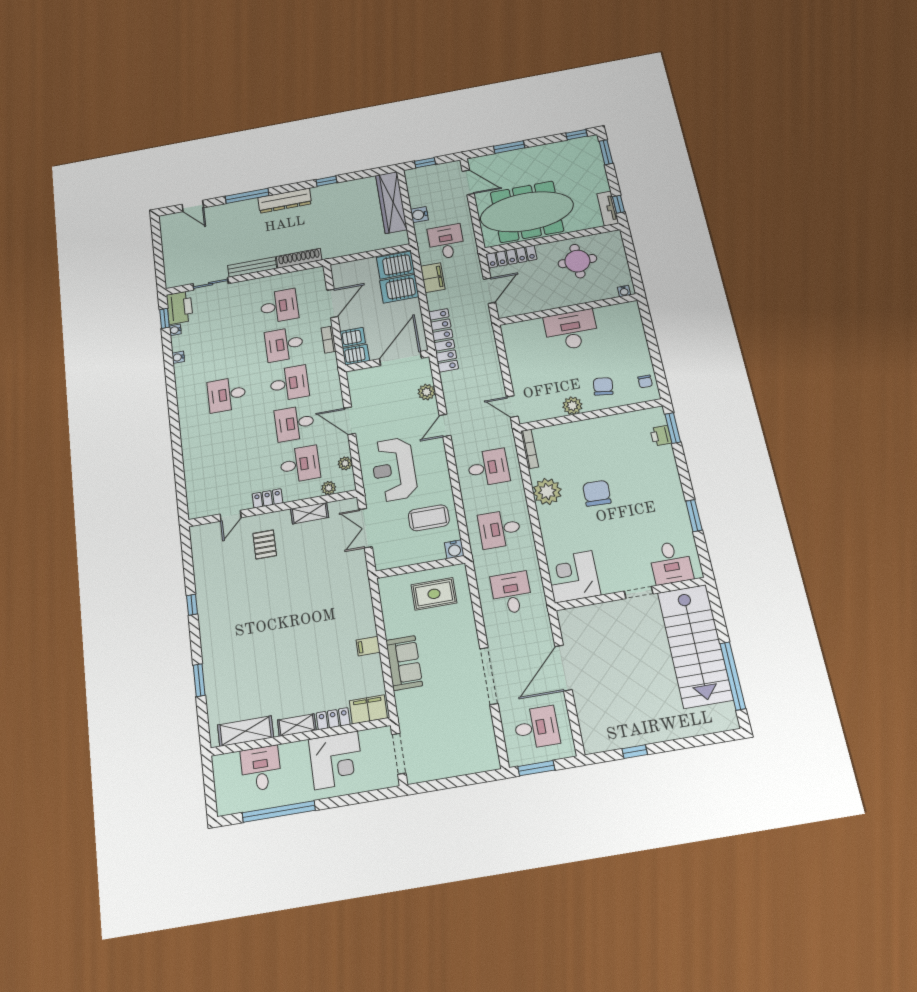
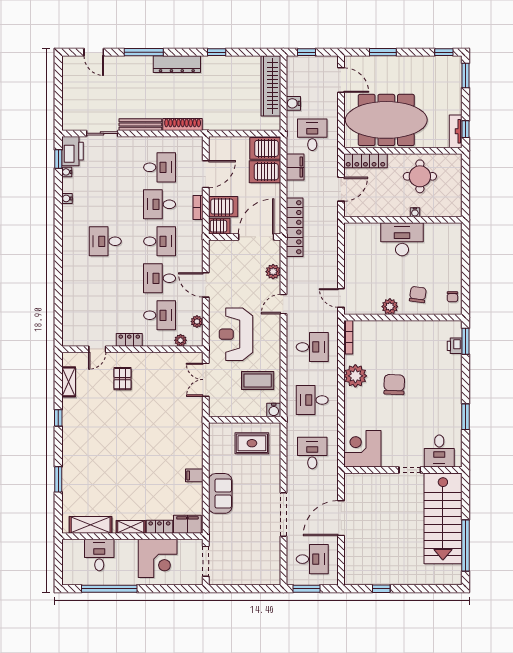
water cooler: (624, 291) -> (415, 212), moved
server rack: (353, 337) -> (223, 207), width x1.36, depth x1.44
shelving: (310, 513) -> (69, 382), moved, turned 90

